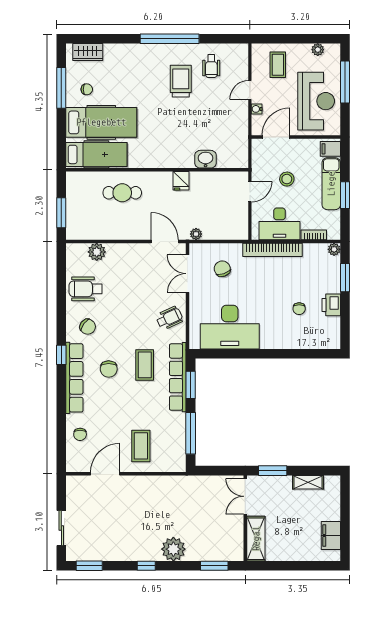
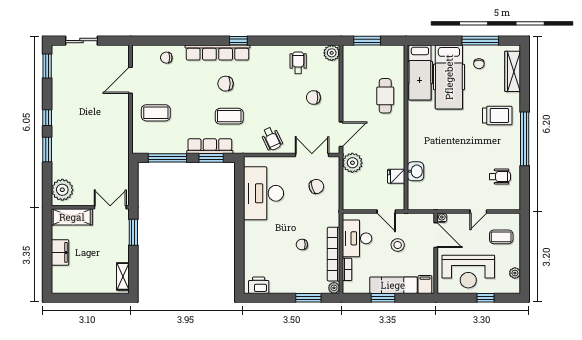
wardrobe: (88, 52) -> (513, 71), width x1.50
wheelchair: (211, 66) -> (500, 177), turned 180
trolley: (181, 81) -> (497, 116), moved
window: (345, 82) -> (486, 298), width x0.46
door: (250, 90) -> (478, 212), swing flipped
water cooler: (257, 109) -> (442, 218), moved
fridge: (181, 181) -> (396, 176), moved
plant: (196, 234) -> (352, 163), width x1.88, depth x1.88
bookcase: (273, 250) -> (334, 254), moved
plant: (97, 252) -> (332, 53), moved
wheelchair: (86, 289) -> (298, 63), width x0.73, depth x0.73
printer: (331, 305) -> (259, 285), moved
chair: (299, 309) -> (302, 245), moved
chair: (88, 327) -> (313, 98), moved, turned 54
row of seats: (178, 377) -> (210, 146), width x0.73
door: (105, 474) -> (131, 80), swing flipped
shelving: (308, 482) -> (123, 276), moved
filing cabinet: (331, 536) -> (60, 252), moved, turned 90
plant: (173, 549) -> (62, 190), moved
window: (214, 566) -> (47, 149), moved

